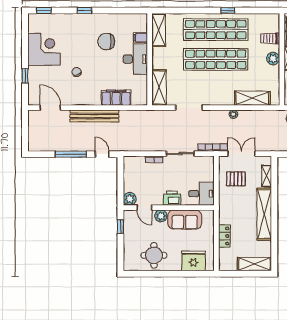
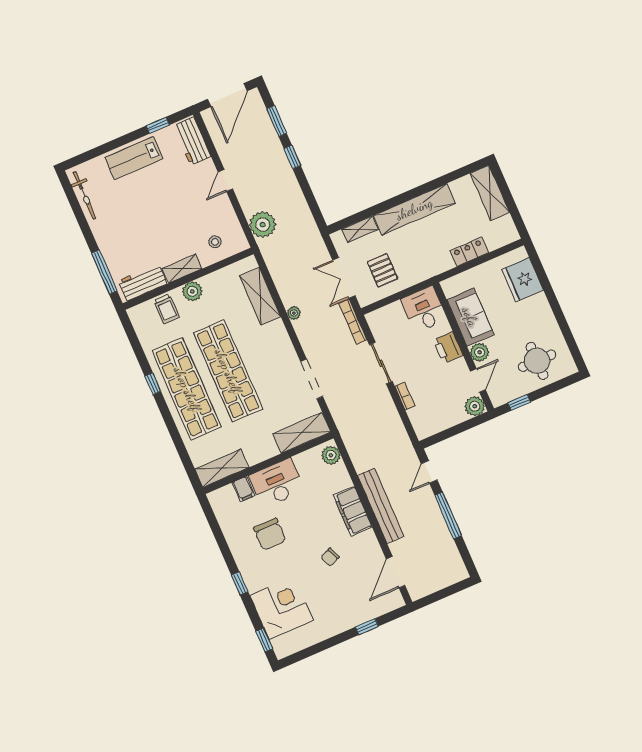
corner desk: (44, 49) -> (282, 608), moved, turned 90
filing cabinet: (116, 98) -> (353, 511), moved
plant: (138, 99) -> (331, 455), added
round table: (154, 255) -> (537, 361), moved

